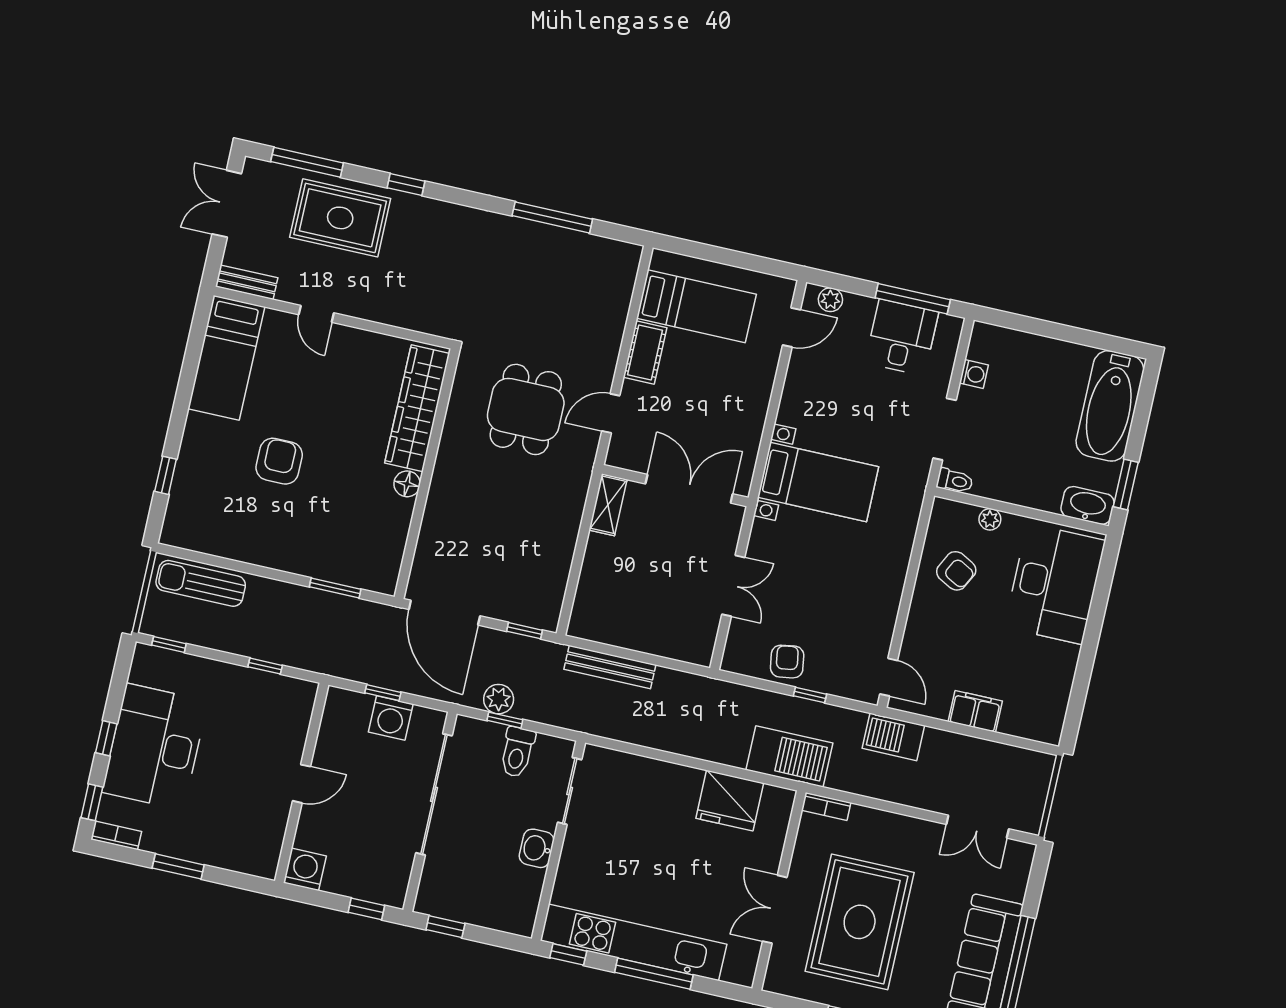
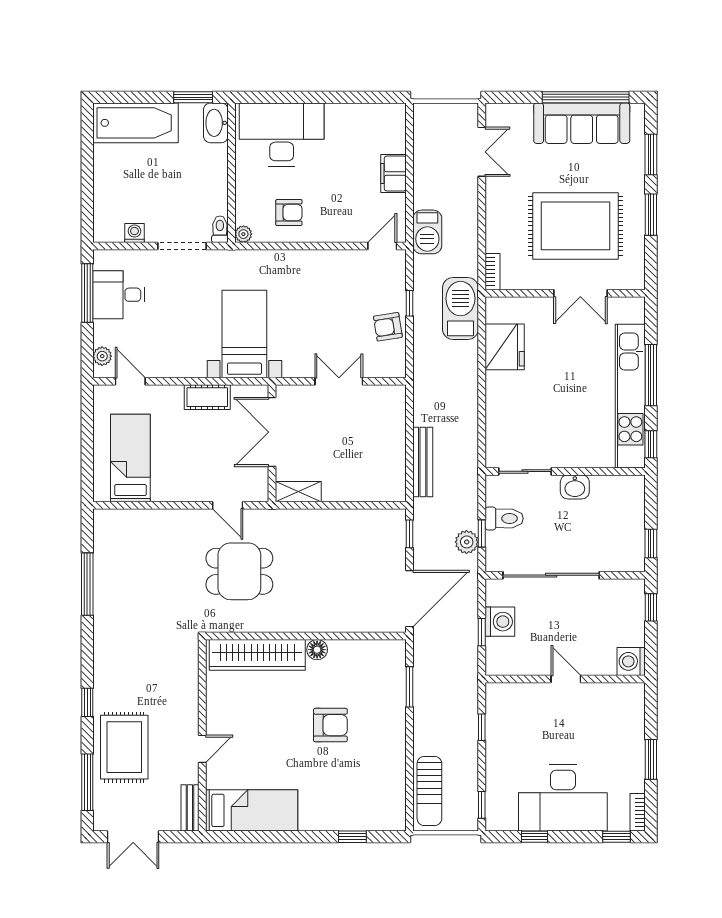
cot: (645, 353) -> (207, 397), moved
armchair: (279, 461) -> (330, 725), moved, turned 180
plant: (990, 519) -> (243, 234), moved
armchair: (956, 571) -> (289, 212), turned 62
window: (106, 738) -> (535, 837), moved

